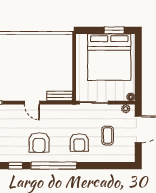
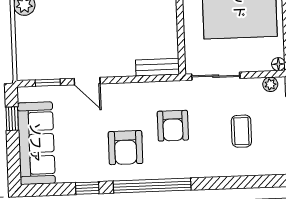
door: (32, 103) -> (87, 81), moved
armchair: (79, 143) -> (173, 126), moved

